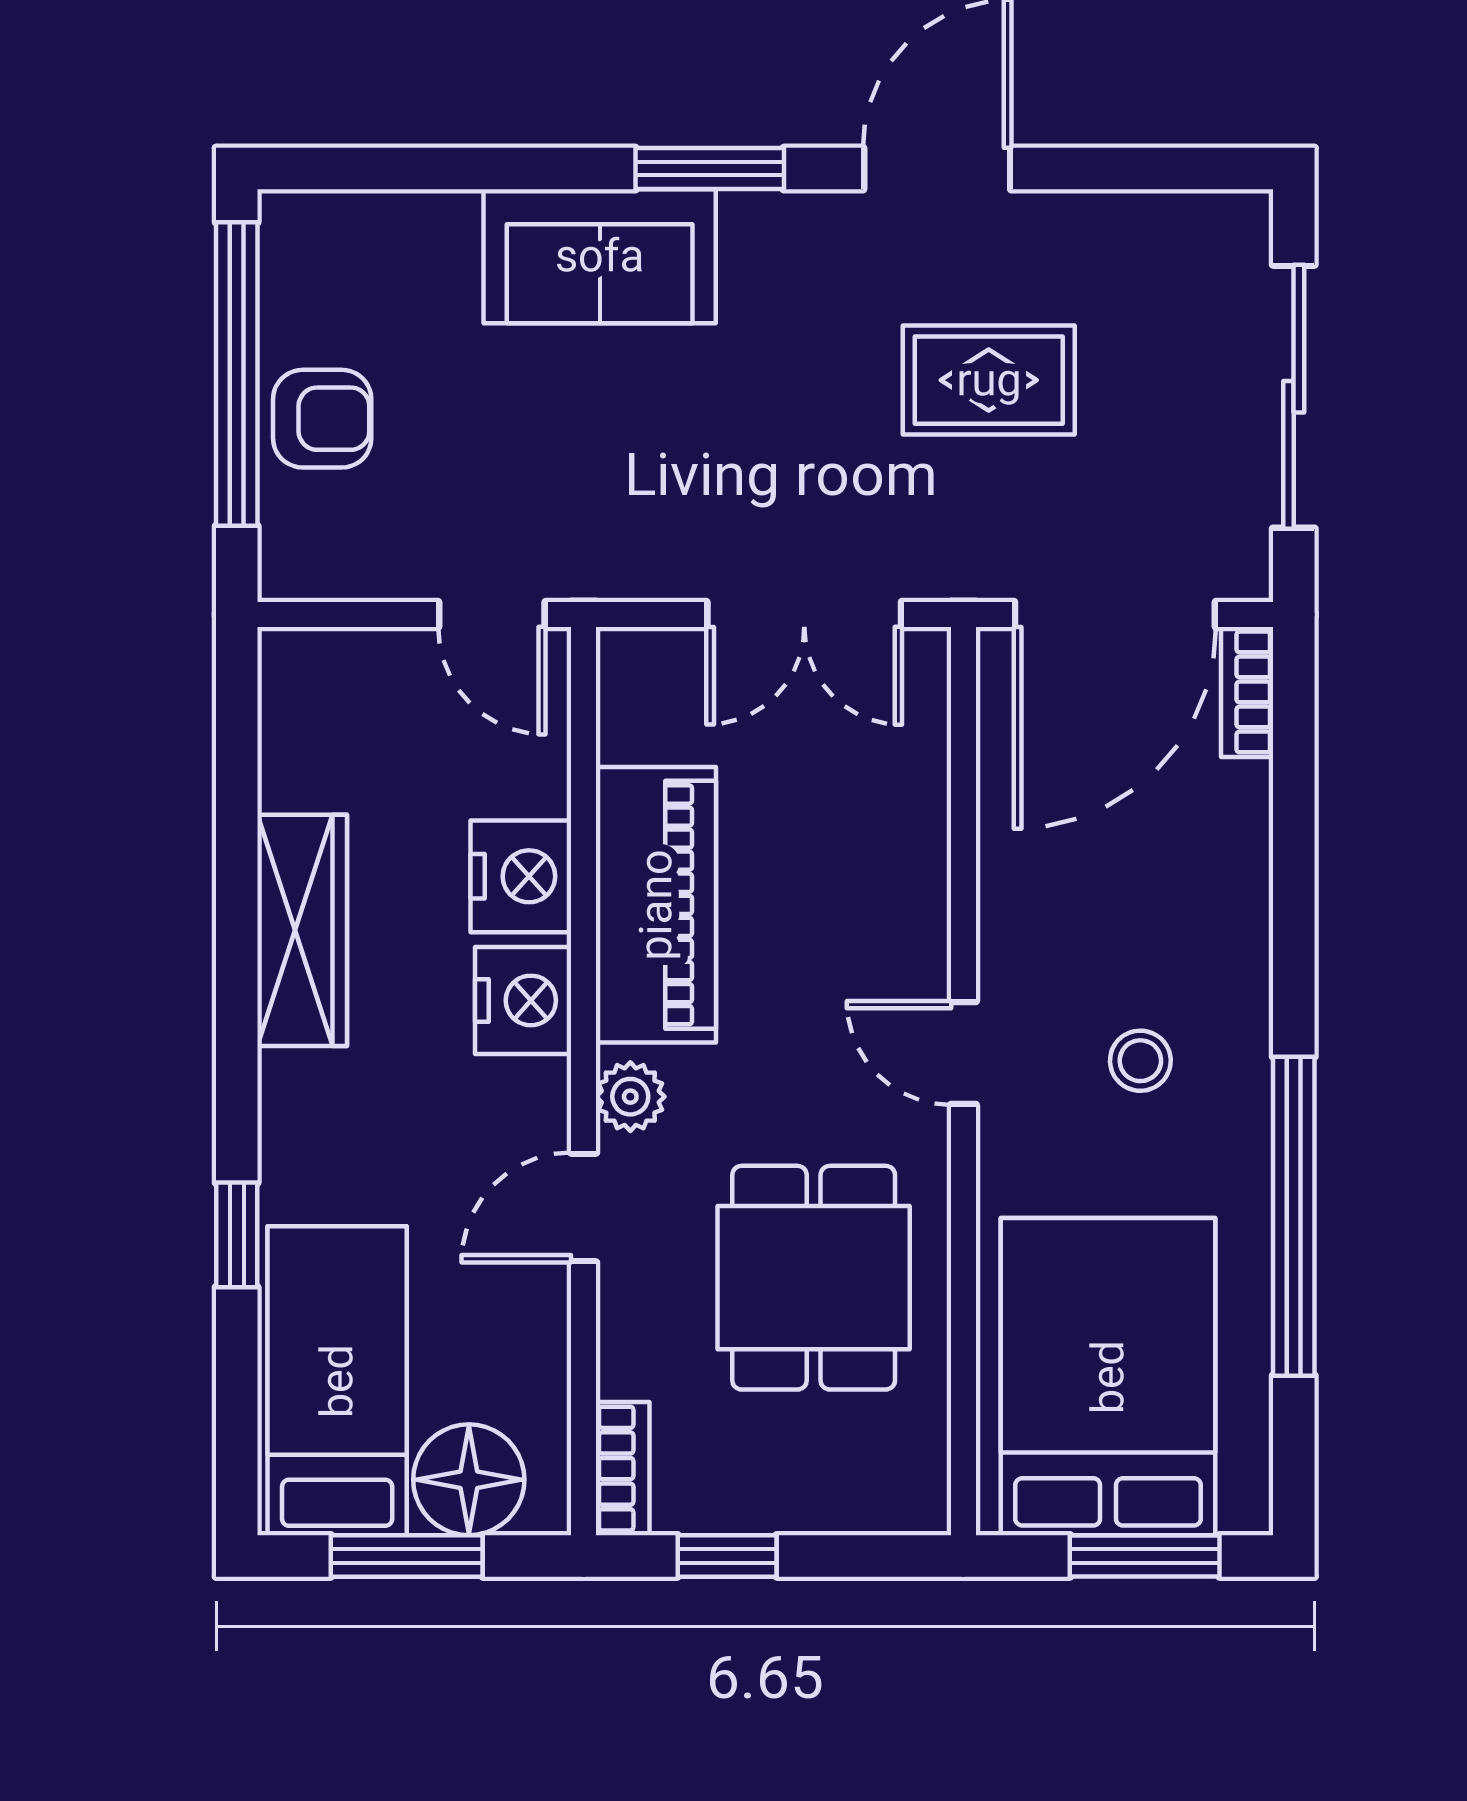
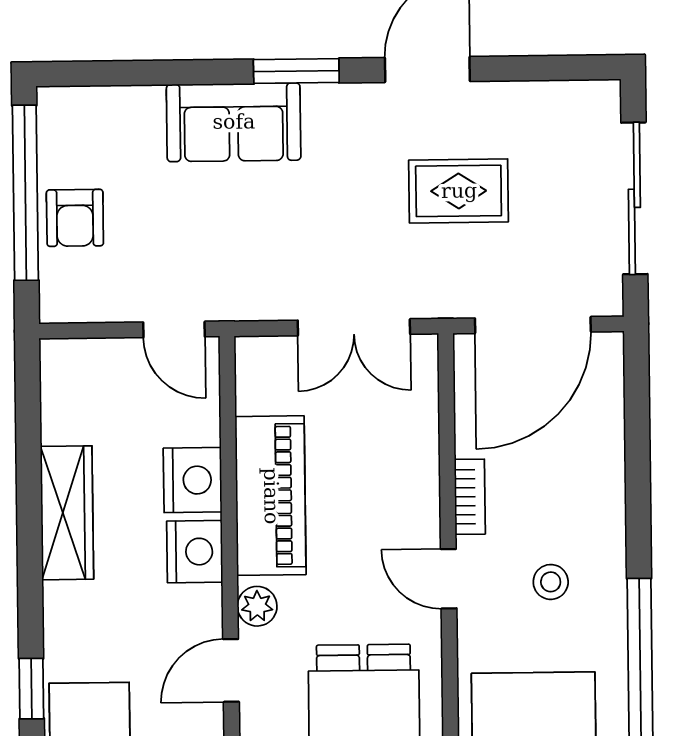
armchair: (322, 419) -> (75, 218), turned 90
bookcase: (1247, 692) -> (470, 497), moved, turned 180

